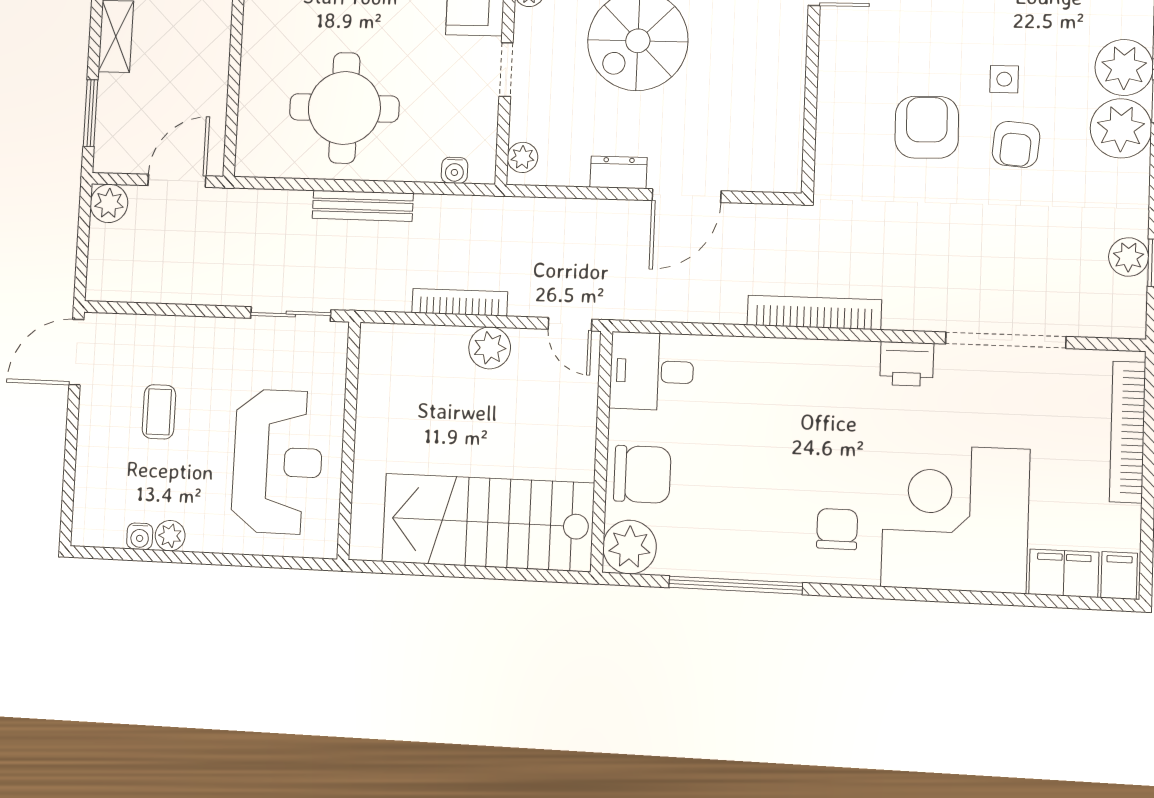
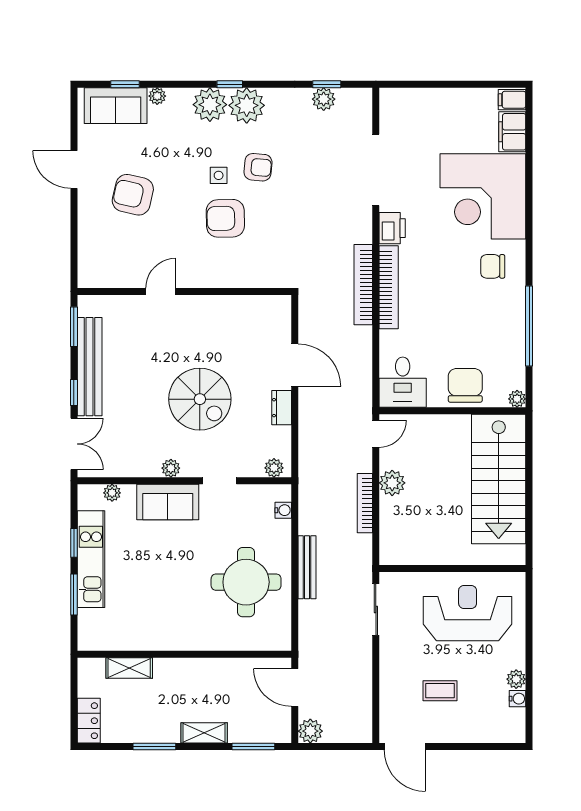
armchair: (927, 127) -> (225, 218), moved
bookcase: (1128, 432) -> (389, 287), moved, turned -90
plant: (630, 547) -> (517, 399), width x0.53, depth x0.53

